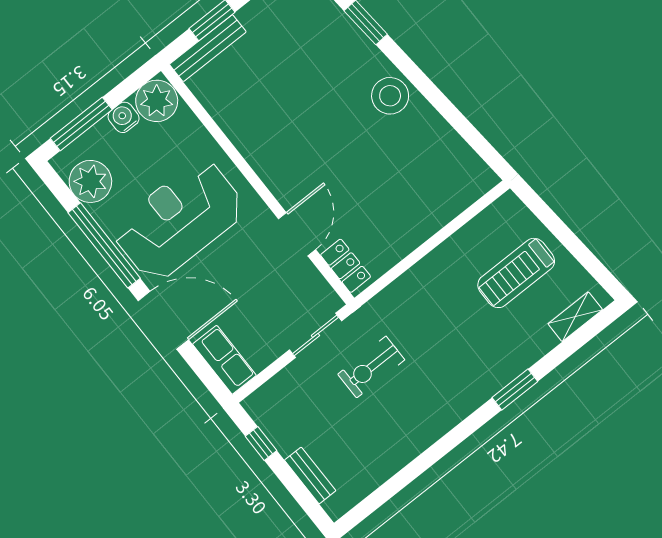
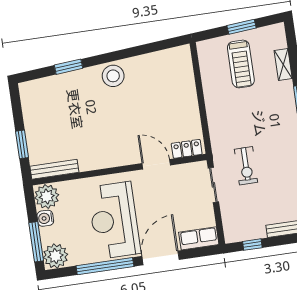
bench: (208, 48) -> (54, 169), moved, turned 90
plant: (90, 181) -> (56, 256), moved
window: (571, 242) -> (242, 27), added
shelving: (575, 317) -> (283, 64), moved

